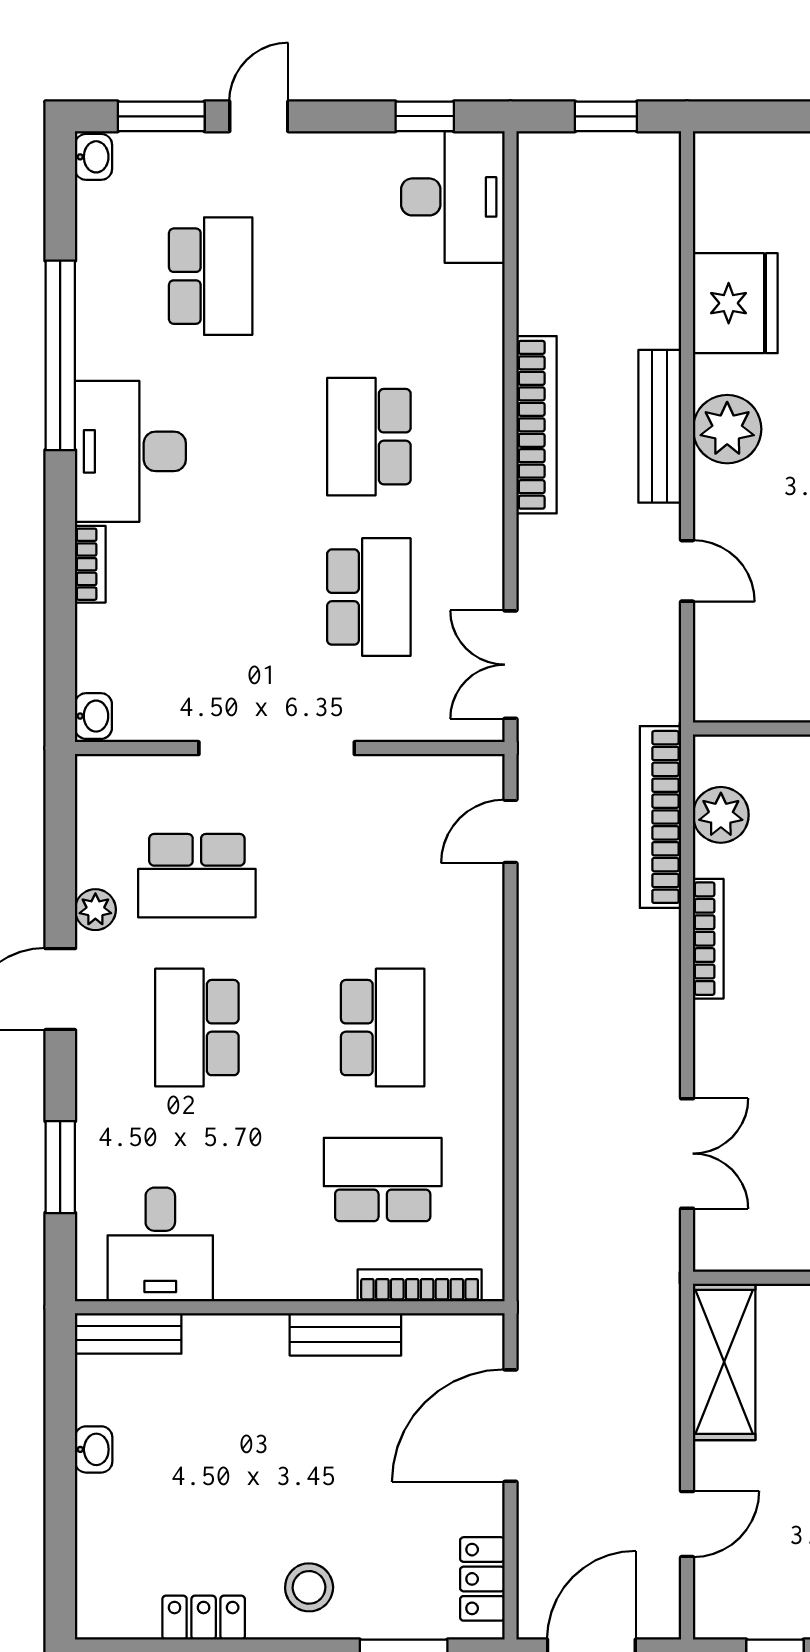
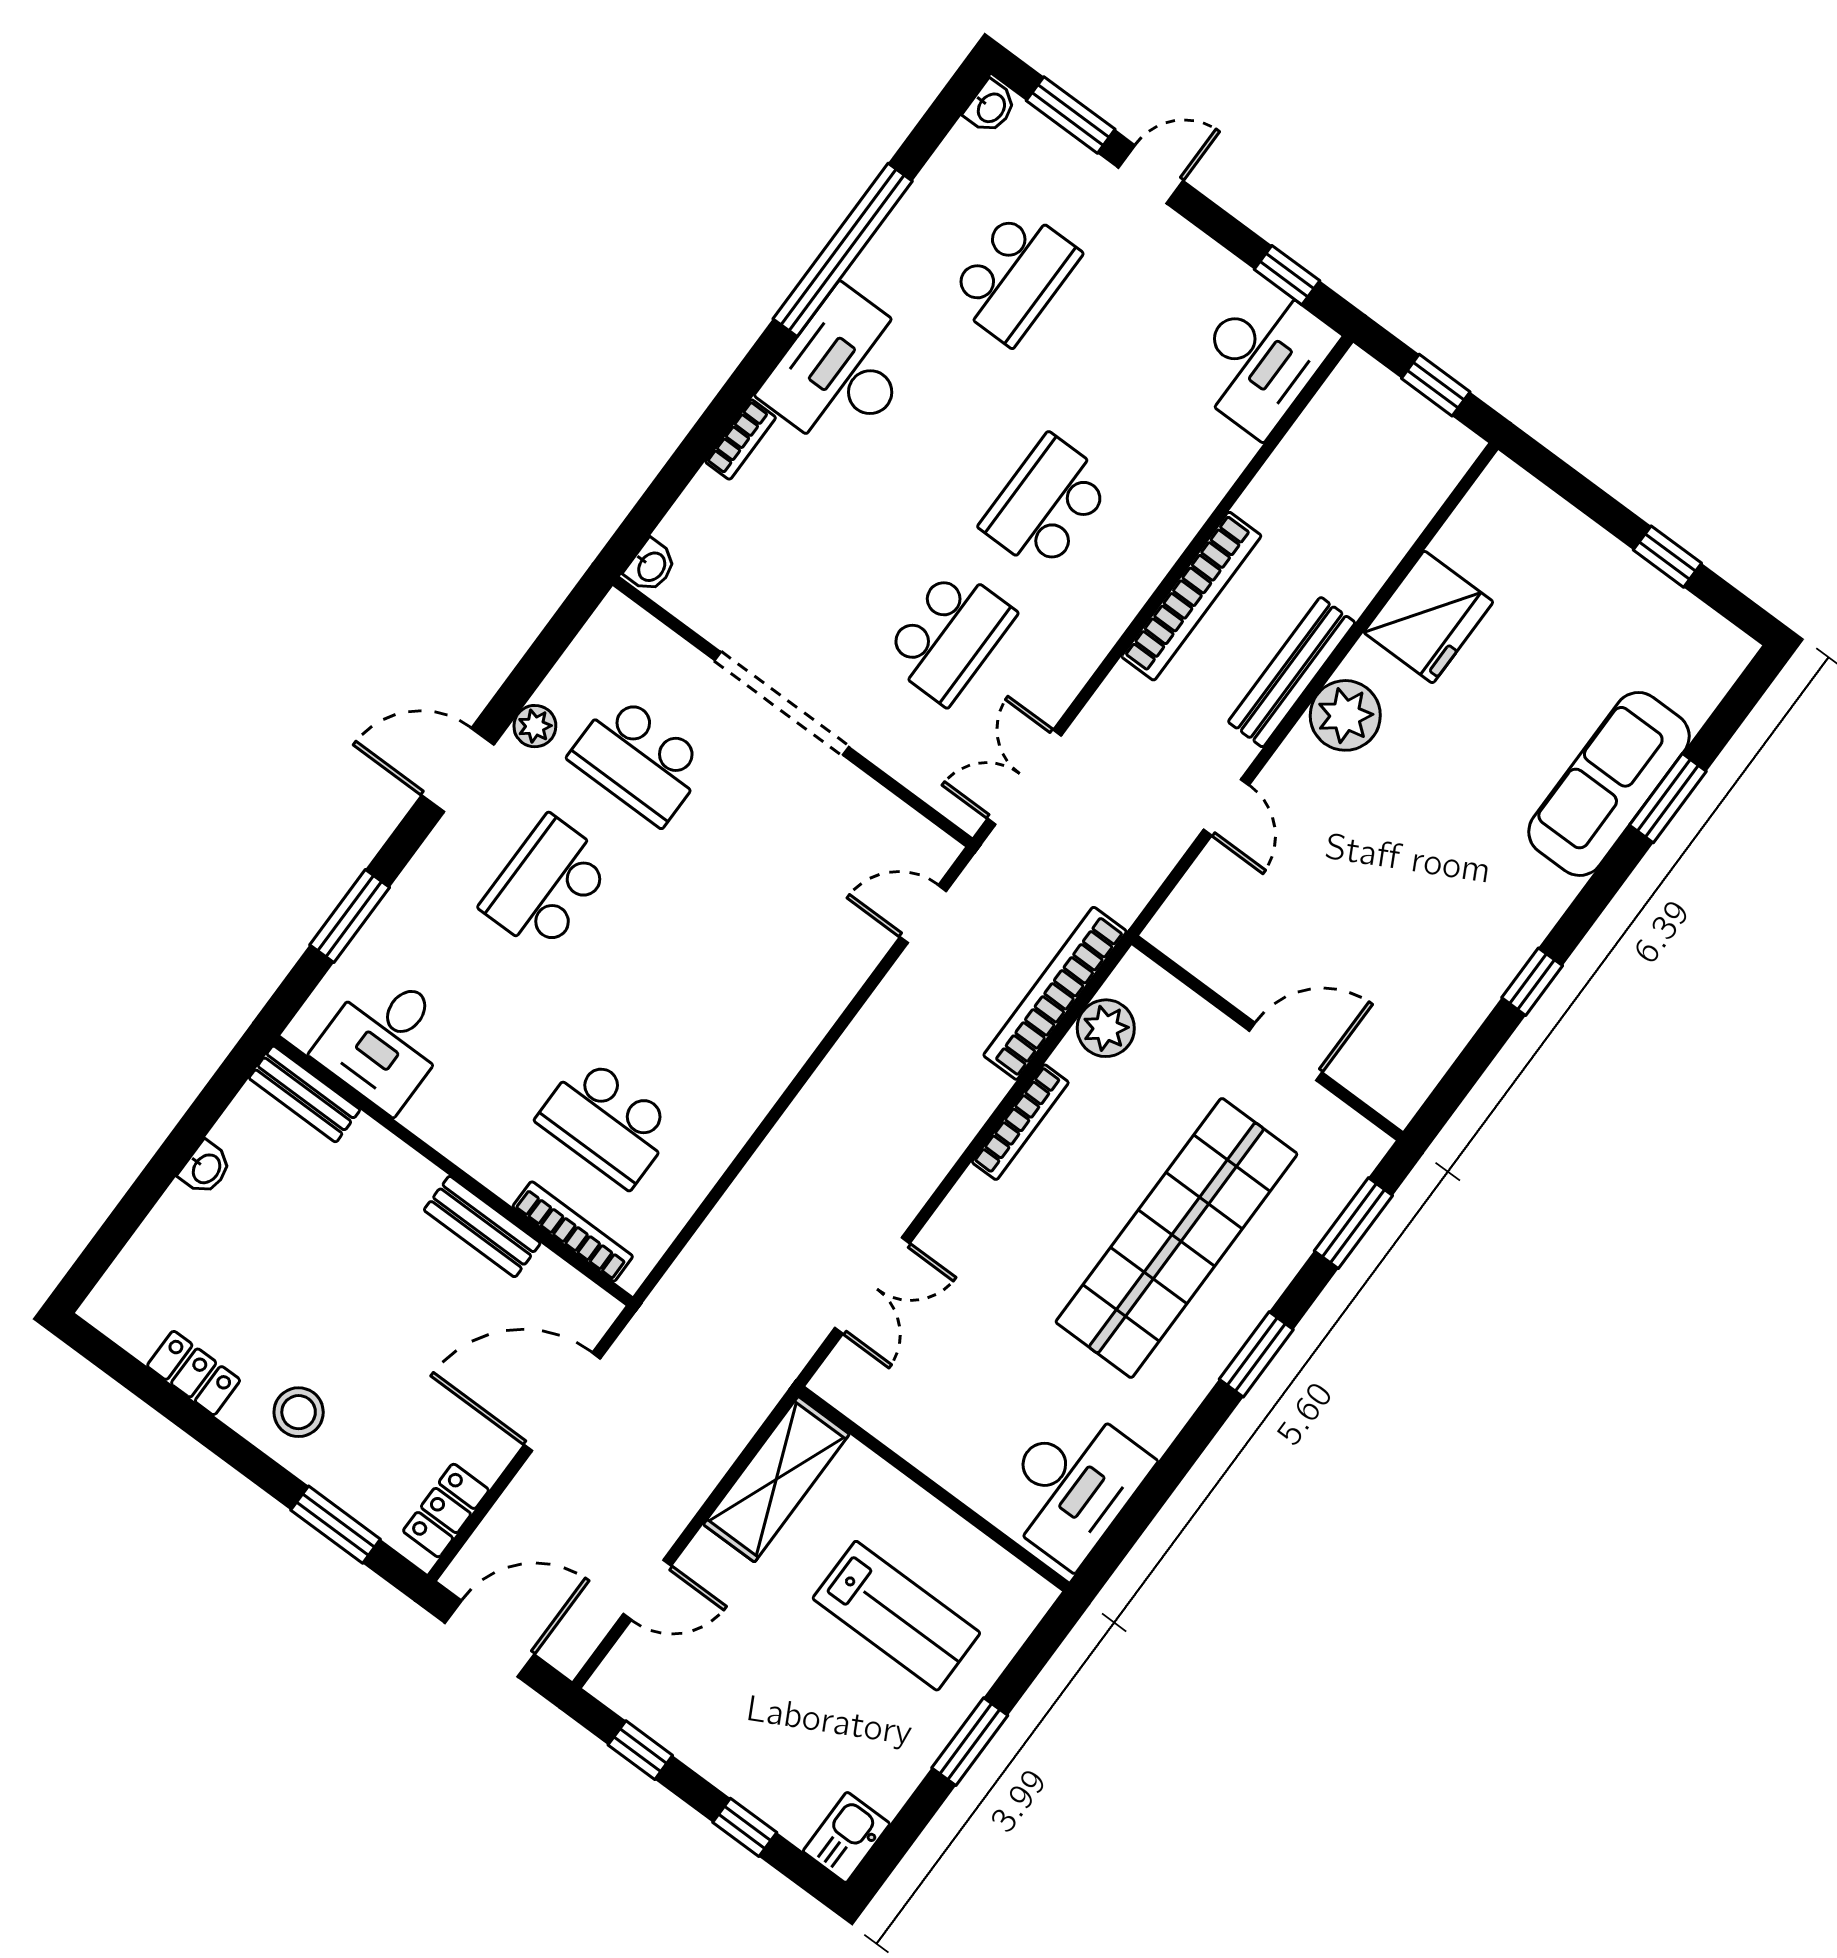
school desk: (383, 1028) -> (699, 997), removed
school desk: (383, 1180) -> (607, 1122), turned 180

